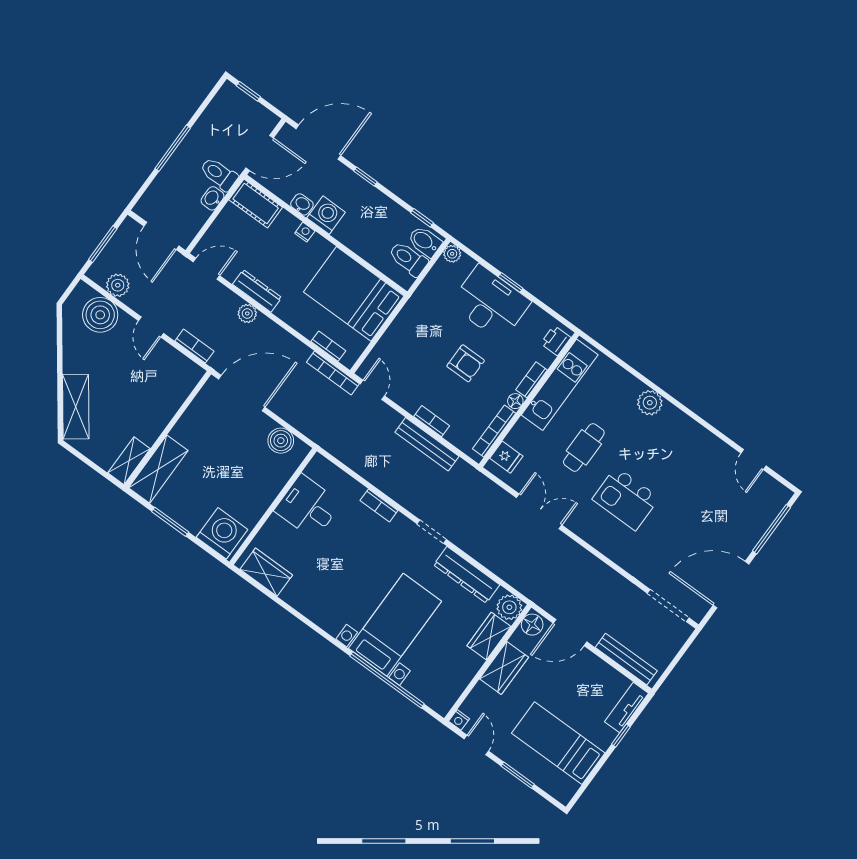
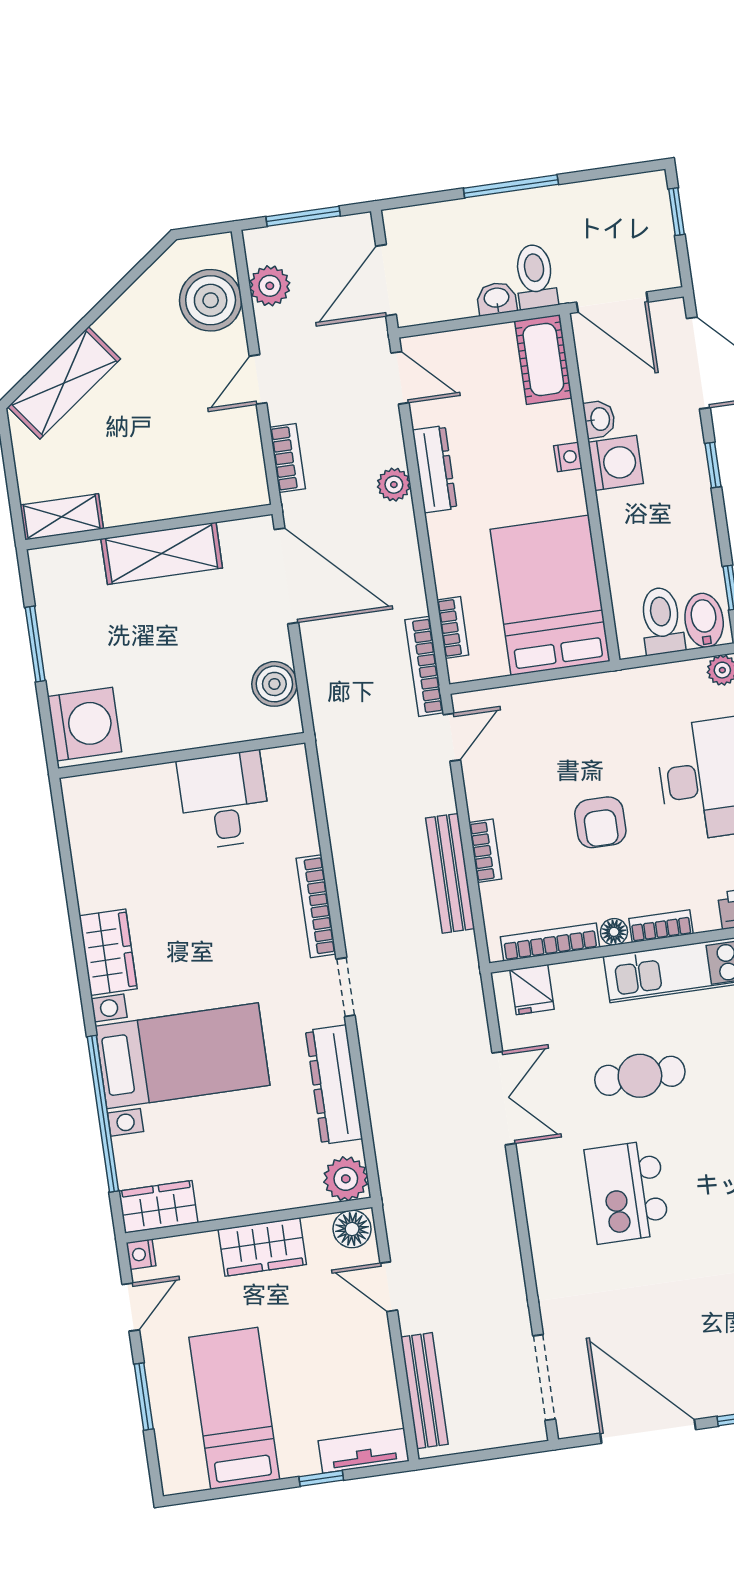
shelving: (158, 469) -> (162, 553), moved
bookcase: (379, 505) -> (316, 906), width x1.56
wardrobe: (266, 572) -> (108, 952), moved
door: (570, 632) -> (389, 1287), width x0.73
wardrobe: (489, 636) -> (158, 1207), moved

